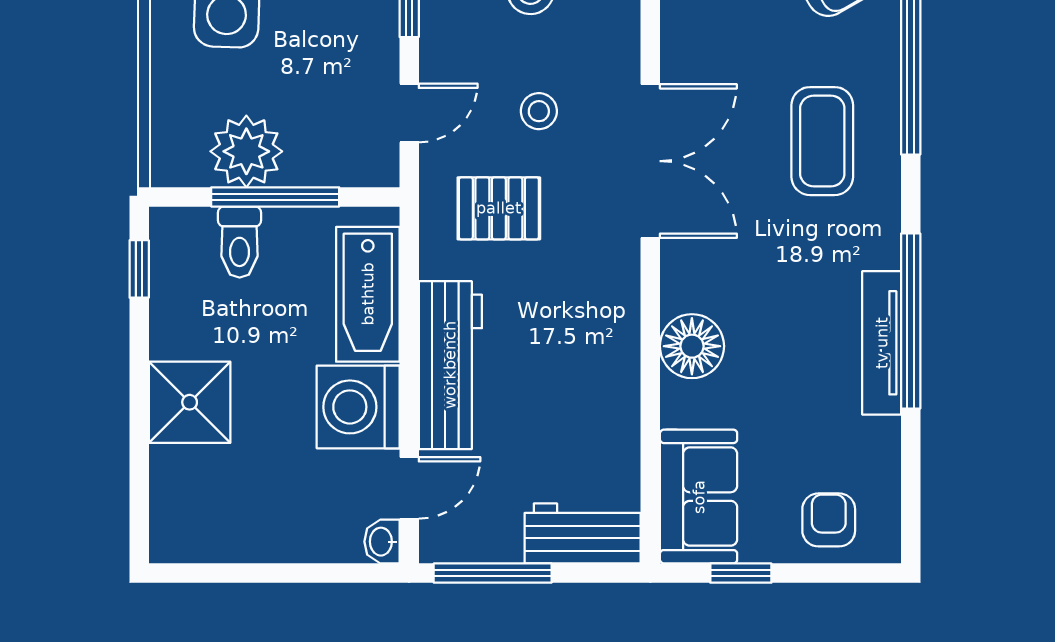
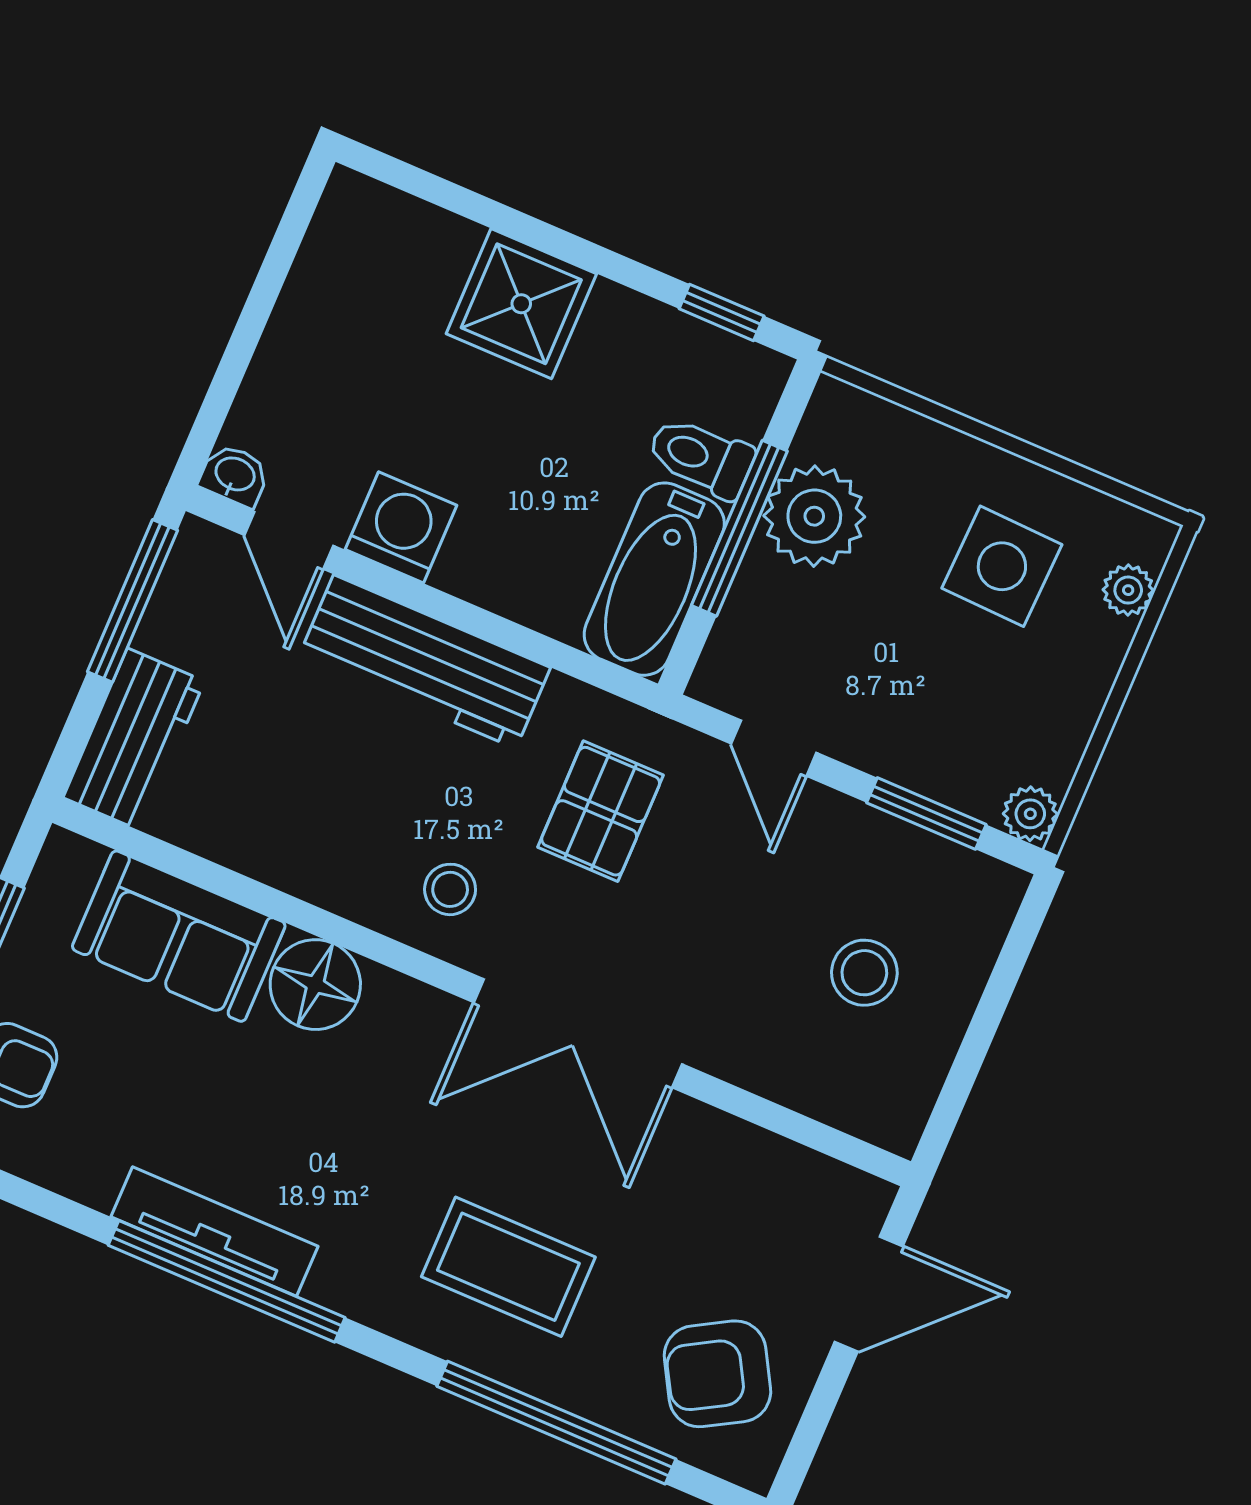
stool: (539, 111) -> (450, 889), moved
bathtub: (368, 294) -> (654, 579), moved, turned -90
washing machine: (358, 407) -> (401, 527), width x0.73, depth x0.73
sofa: (699, 497) -> (179, 936), moved

